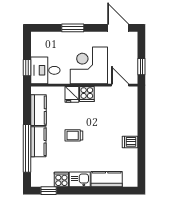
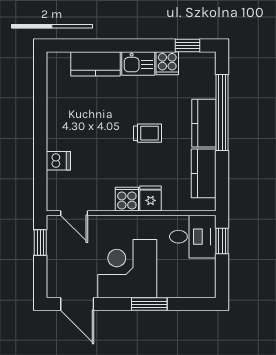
corner desk: (89, 65) -> (127, 269), moved, turned 180
dishwasher: (130, 142) -> (58, 161), moved

